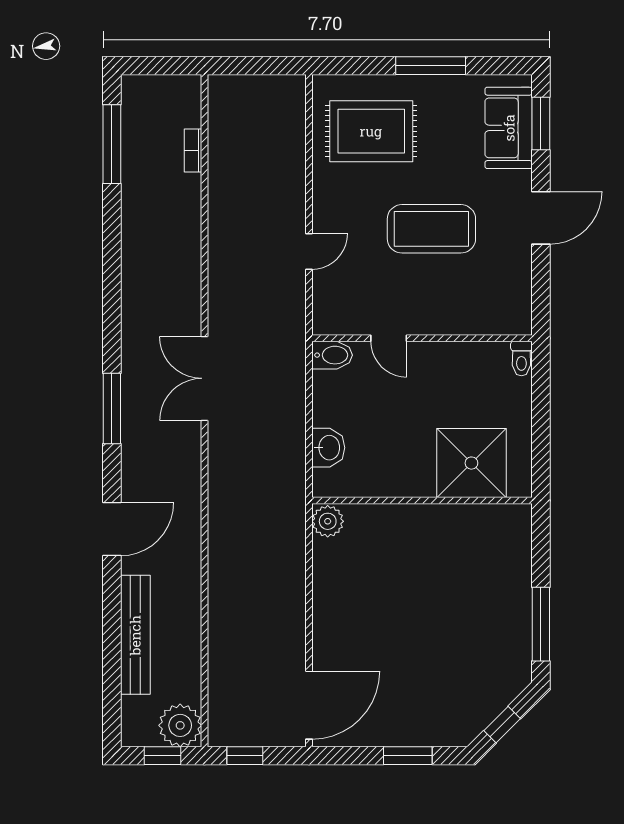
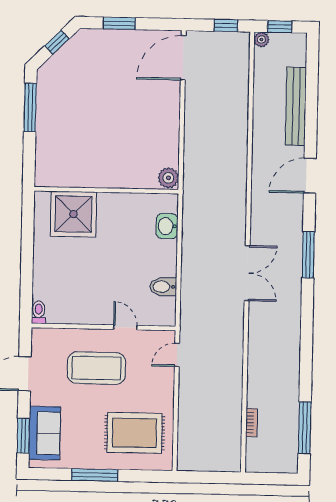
door: (389, 338) -> (125, 327), moved
wall: (422, 338) -> (103, 327), moved
toilet: (521, 359) -> (39, 312), moved
plant: (180, 725) -> (261, 40), width x0.53, depth x0.53

